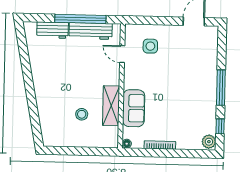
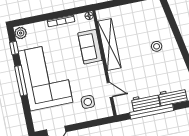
workbench: (91, 31) -> (146, 102), width x0.73
corner sofa: (192, 86) -> (46, 77), added
shelving: (111, 106) -> (109, 45), width x1.47
stool: (82, 114) -> (157, 46), moved

